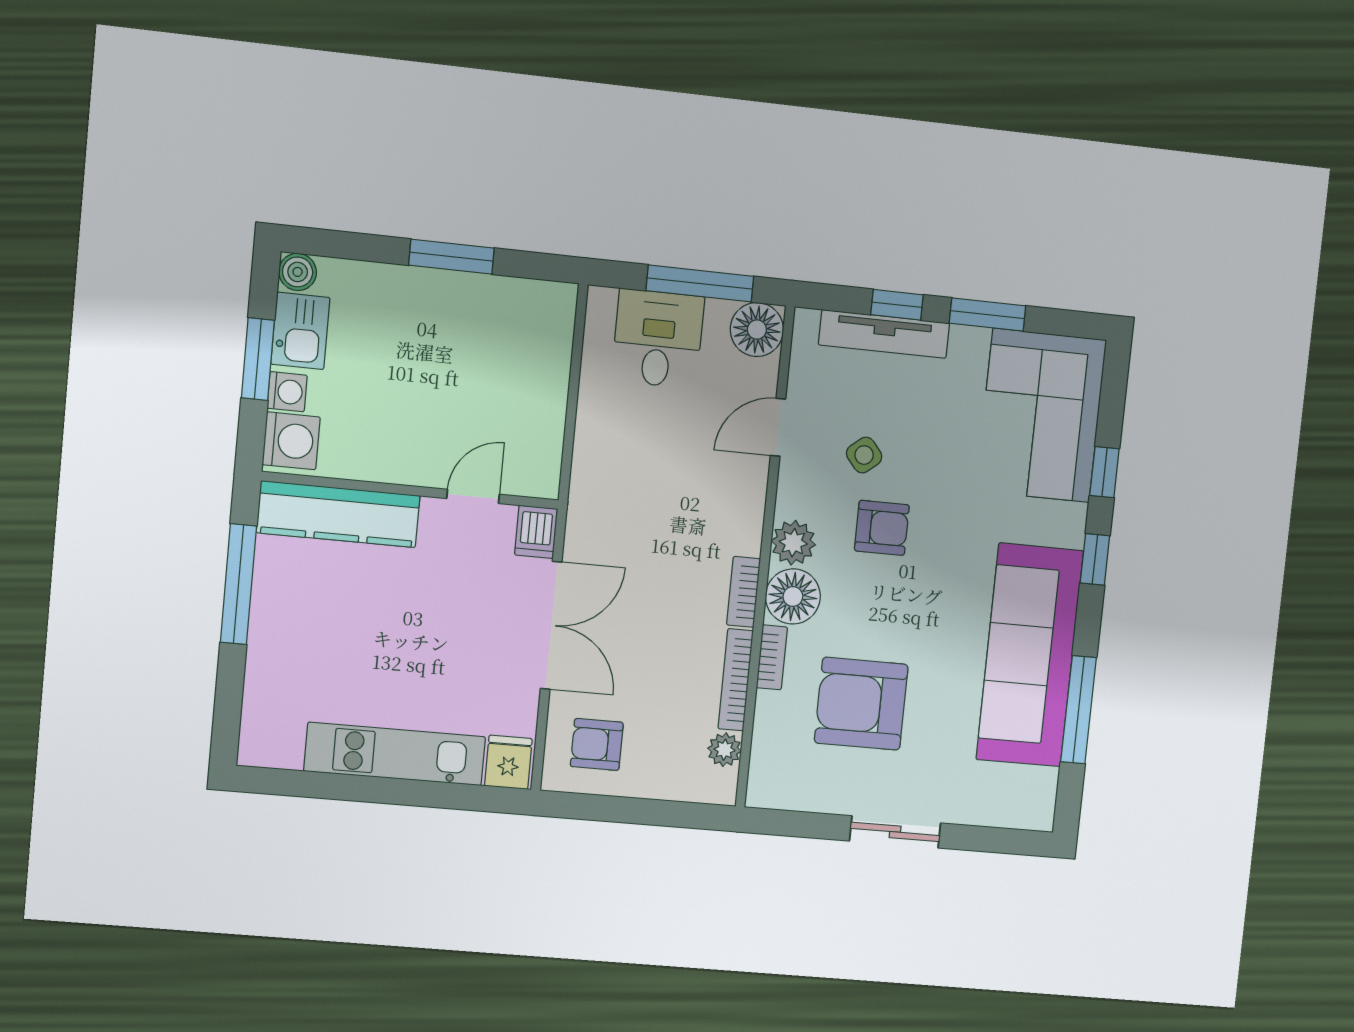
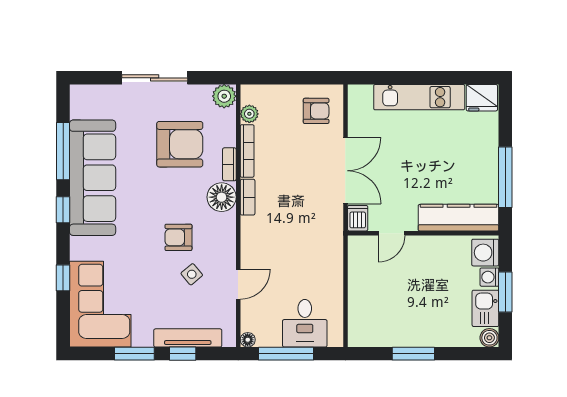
floor lamp: (757, 330) -> (248, 340), width x0.53, depth x0.53
plant: (793, 543) -> (224, 96), moved
window: (1095, 559) -> (63, 210), moved
double door: (551, 625) -> (345, 171), swing flipped
fridge: (508, 762) -> (482, 98), moved, width x1.38
sliding door: (895, 832) -> (155, 78), width x1.37

